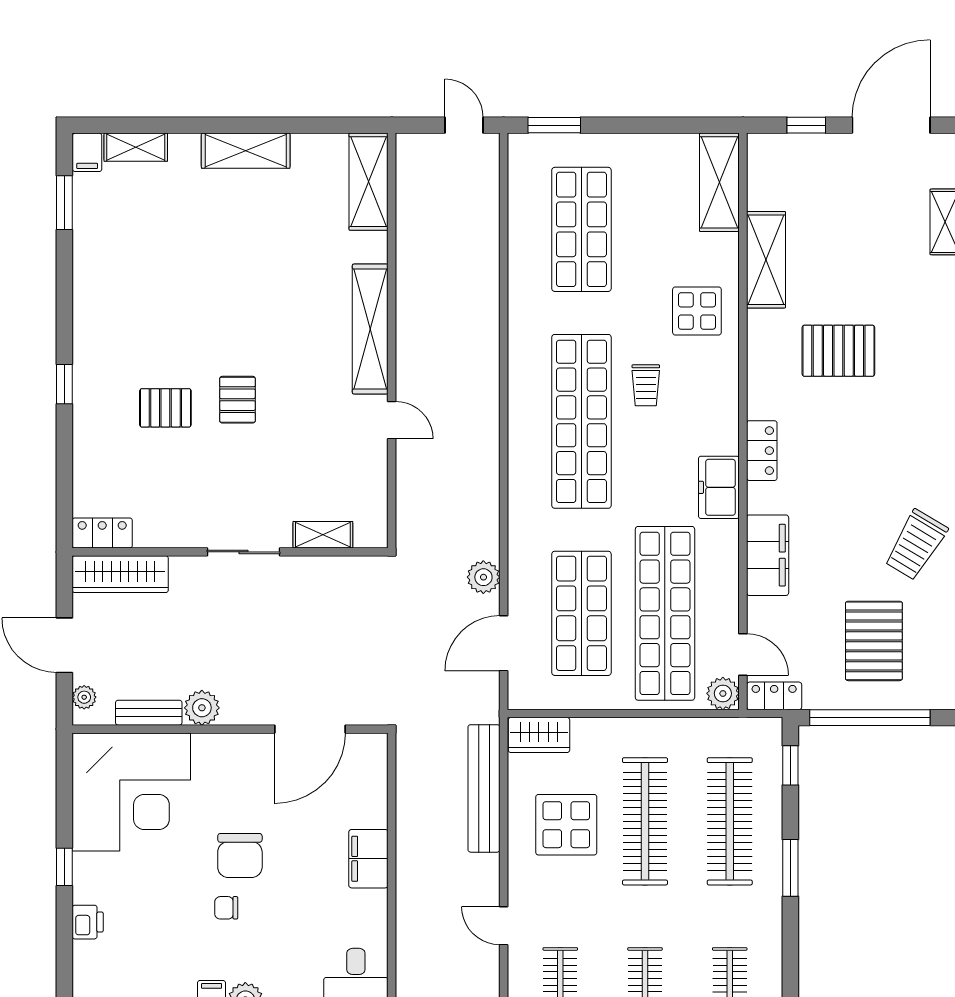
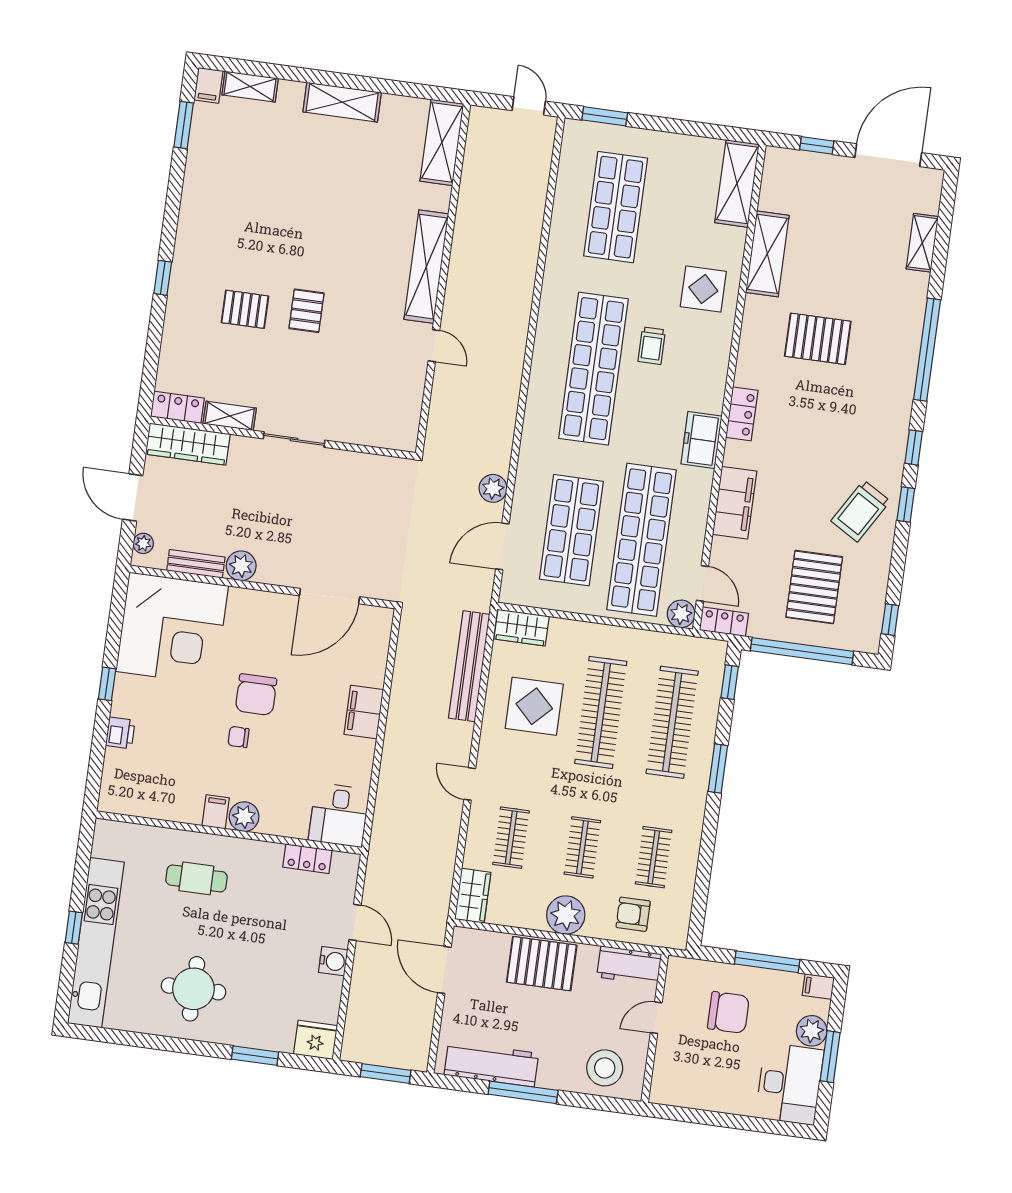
shelving: (323, 535) -> (230, 416), moved

